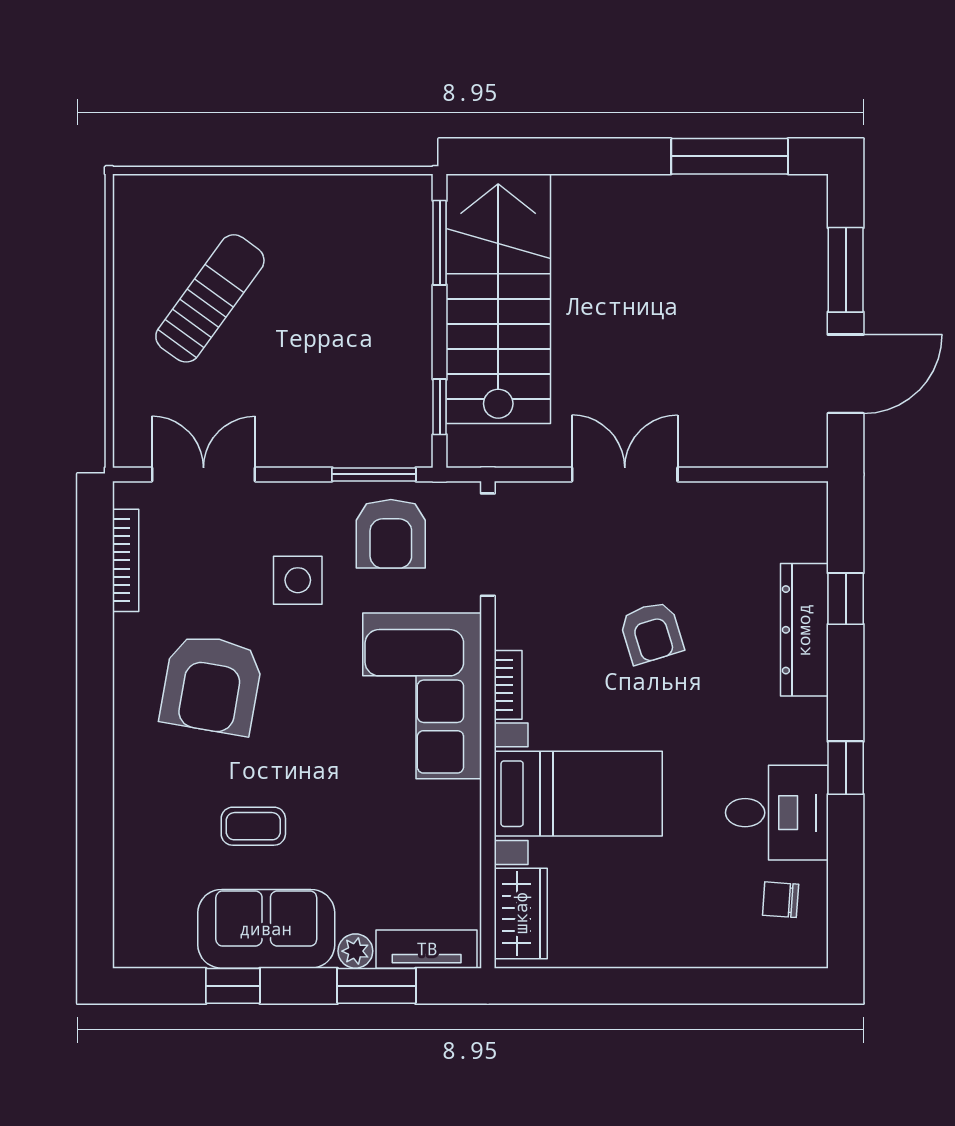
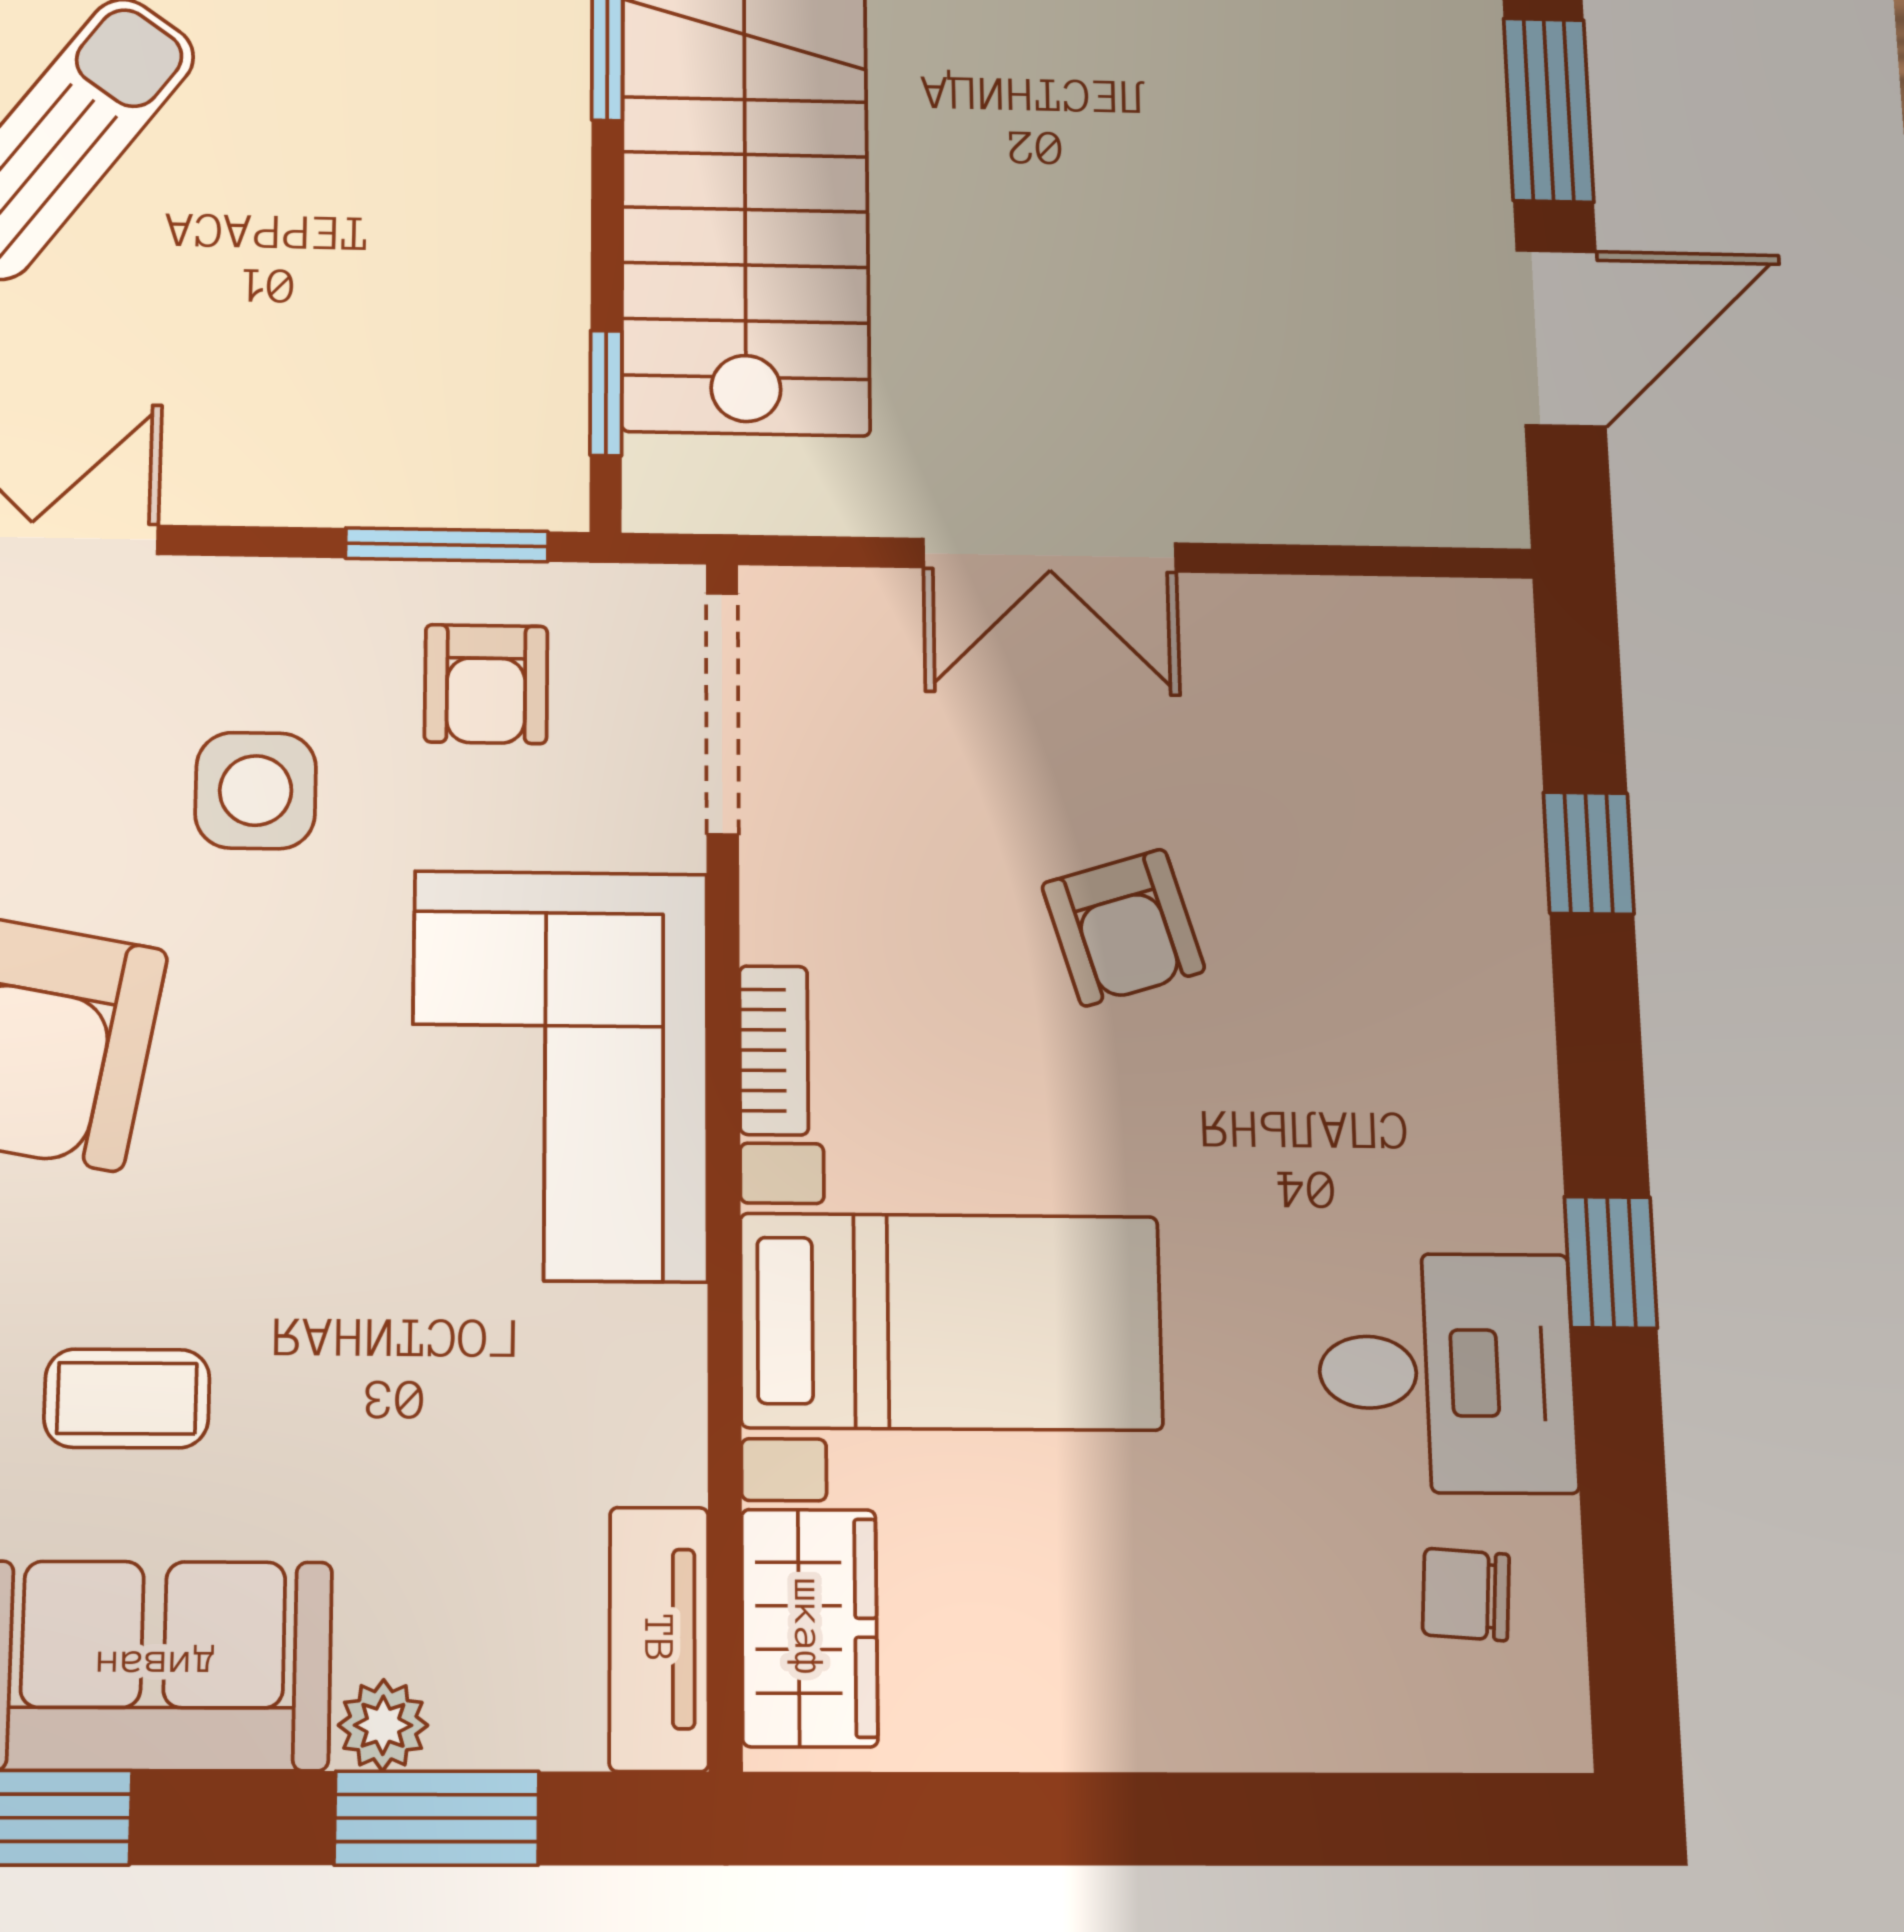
double door: (625, 474) -> (1050, 555), swing flipped
armchair: (391, 534) -> (486, 684), width x0.72, depth x0.72
dresser: (804, 630) -> (1493, 926), removed
tv unit: (427, 949) -> (659, 1639), moved, turned -90

